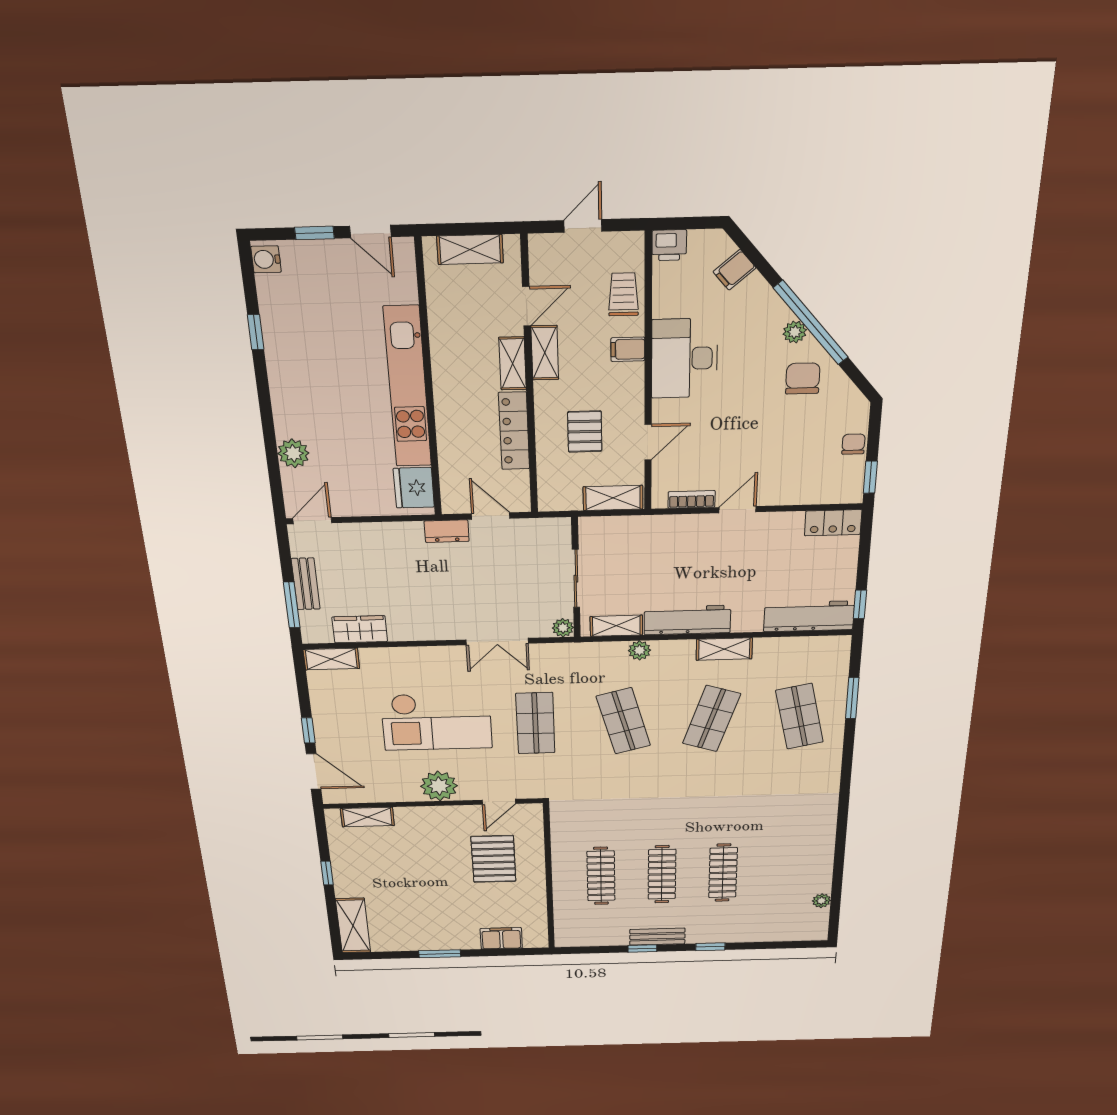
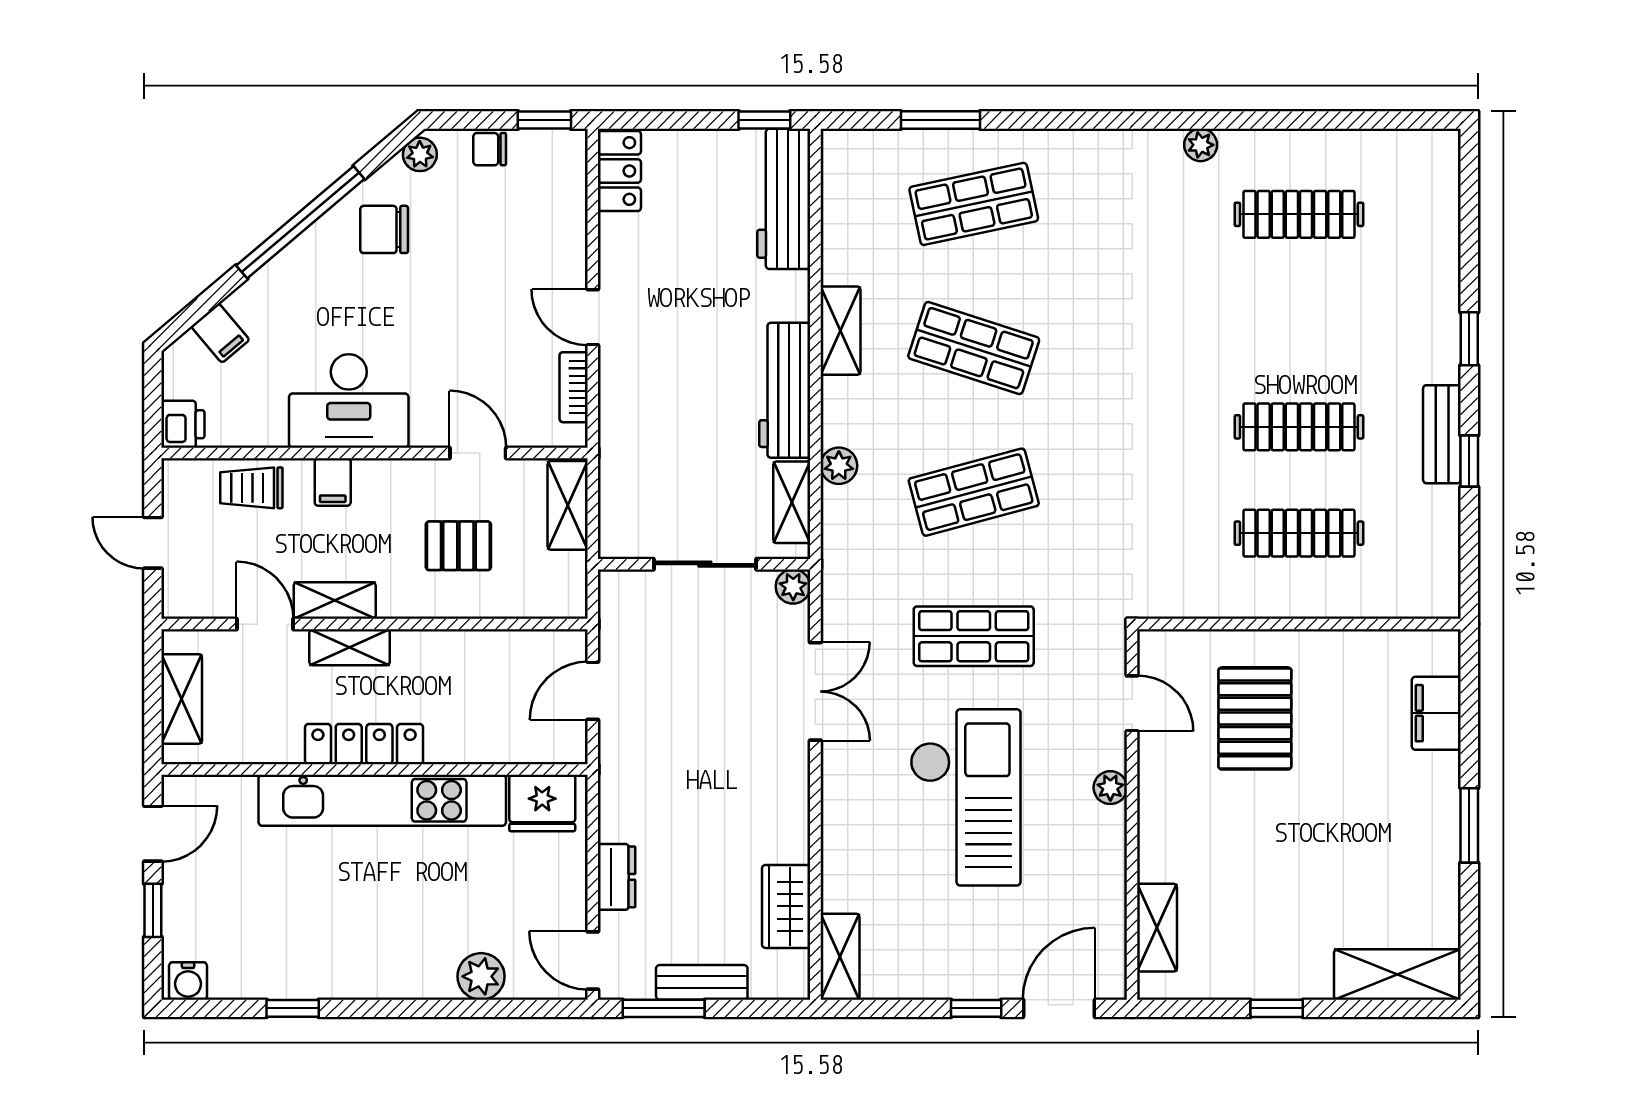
plant: (795, 332) -> (420, 154), moved
locker: (514, 431) -> (364, 744), moved, turned 180
dresser: (447, 531) -> (617, 877), moved
window: (292, 605) -> (664, 1008), moved
plant: (439, 786) -> (1110, 788), width x0.53, depth x0.53
pallet: (493, 859) -> (1255, 718), turned 90
clothes rail: (723, 873) -> (1299, 214), moved
plant: (821, 901) -> (1201, 145), moved

